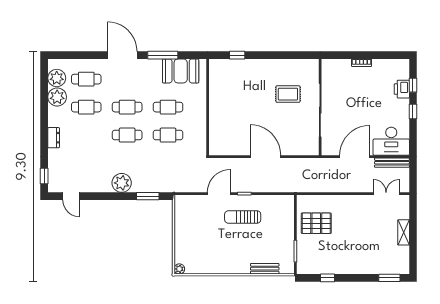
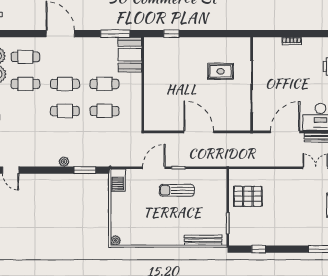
window: (163, 55) -> (115, 34), moved
booth: (181, 71) -> (130, 55), moved, turned 90
plant: (122, 183) -> (64, 162), width x0.53, depth x0.53
barbecue: (182, 207) -> (118, 180), added
bench: (265, 269) -> (203, 240), width x1.36

